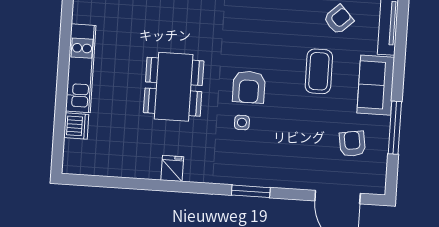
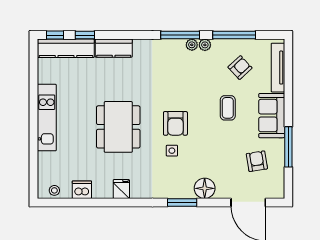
coffee table: (319, 71) -> (228, 108), width x0.73, depth x0.77
dishwasher: (76, 126) -> (82, 190), moved, turned -90
stool: (84, 164) -> (54, 190), added
floor lamp: (282, 175) -> (205, 188), added

